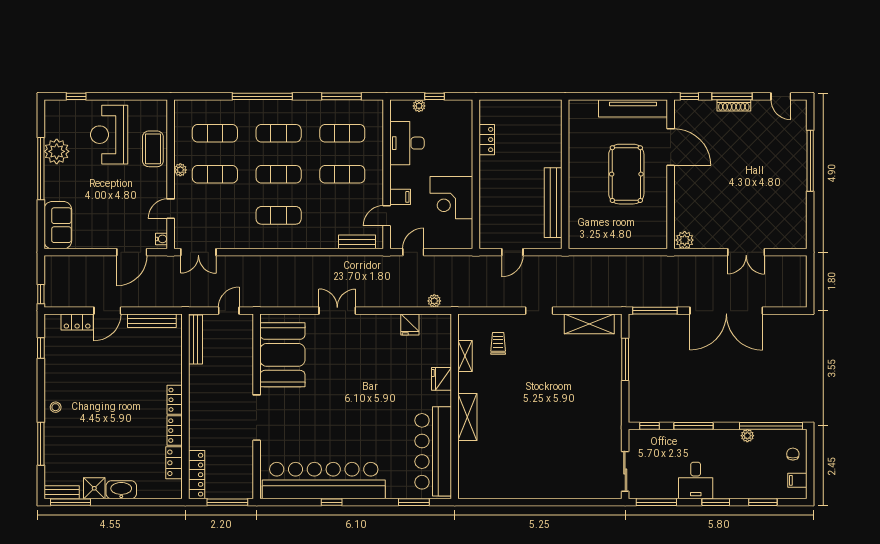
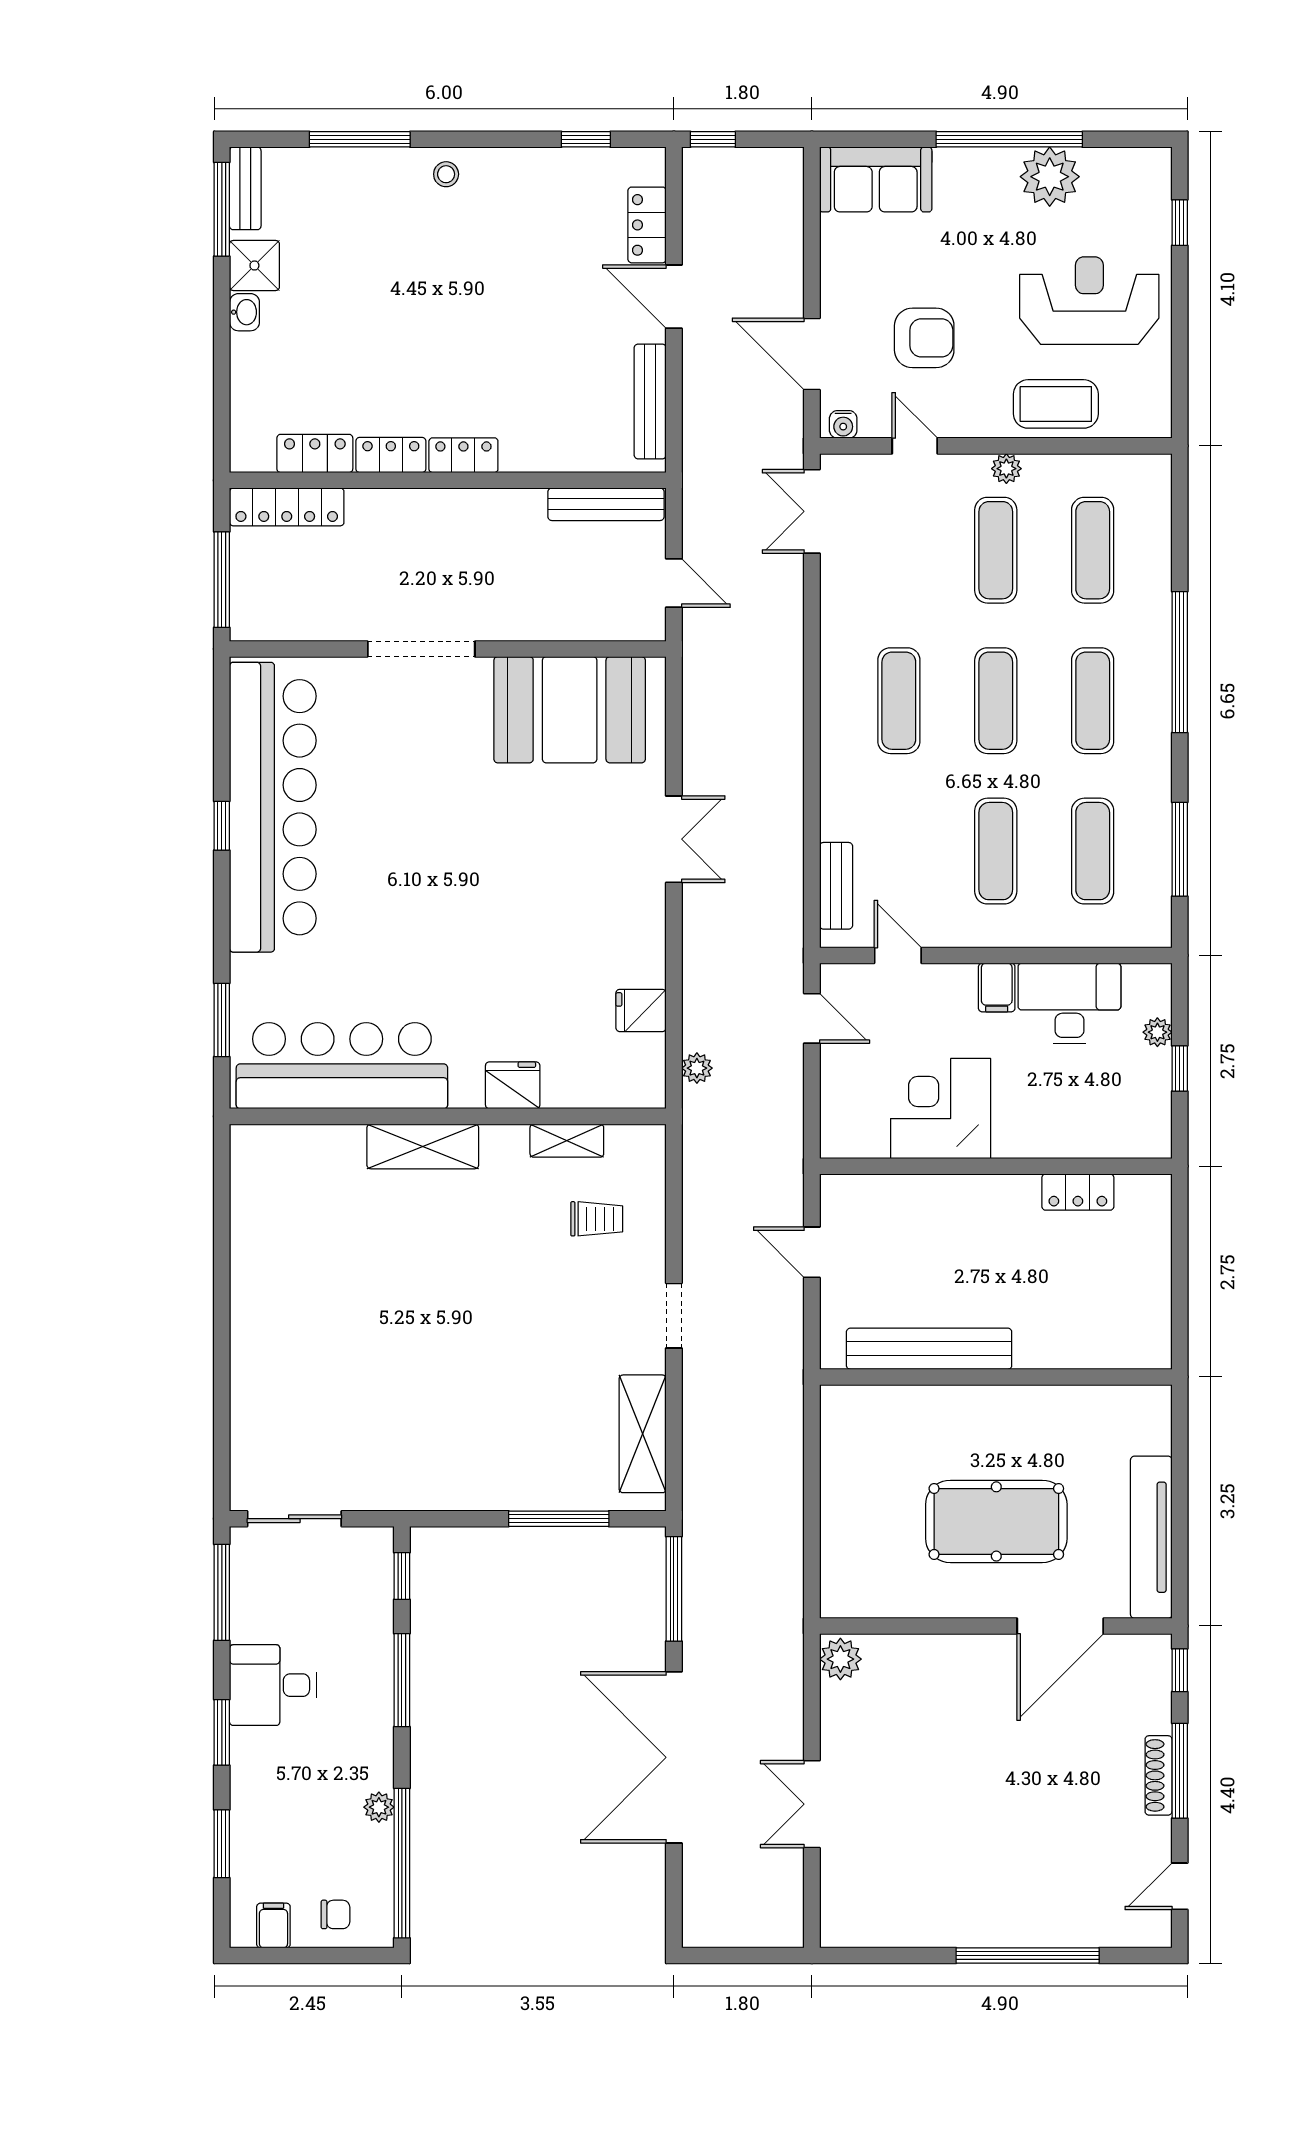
filing cabinet: (400, 197) -> (997, 988), moved
armchair: (125, 205) -> (924, 338), added
washbasin: (121, 490) -> (244, 312), width x0.52, depth x0.69

